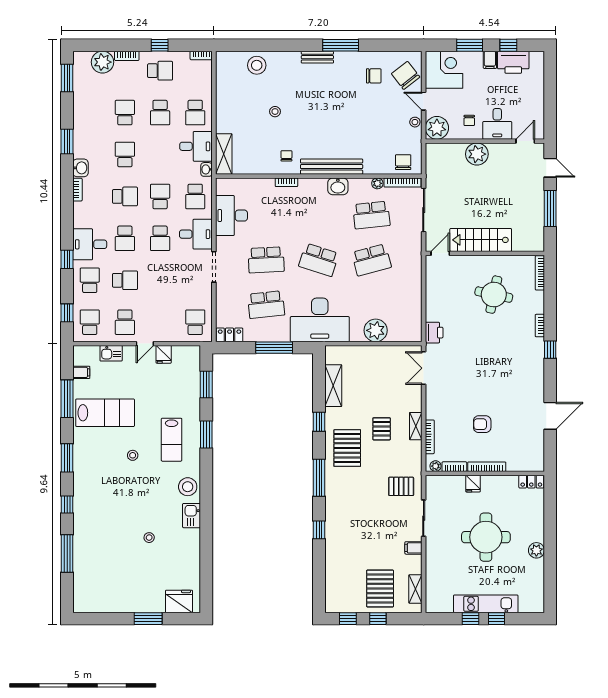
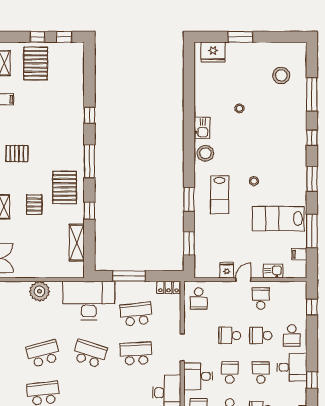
window: (67, 259) -> (312, 380), moved
school desk: (90, 322) -> (230, 336), moved, turned 90
lab bench: (172, 440) -> (220, 195), turned 180
stool: (102, 575) -> (281, 75), added

